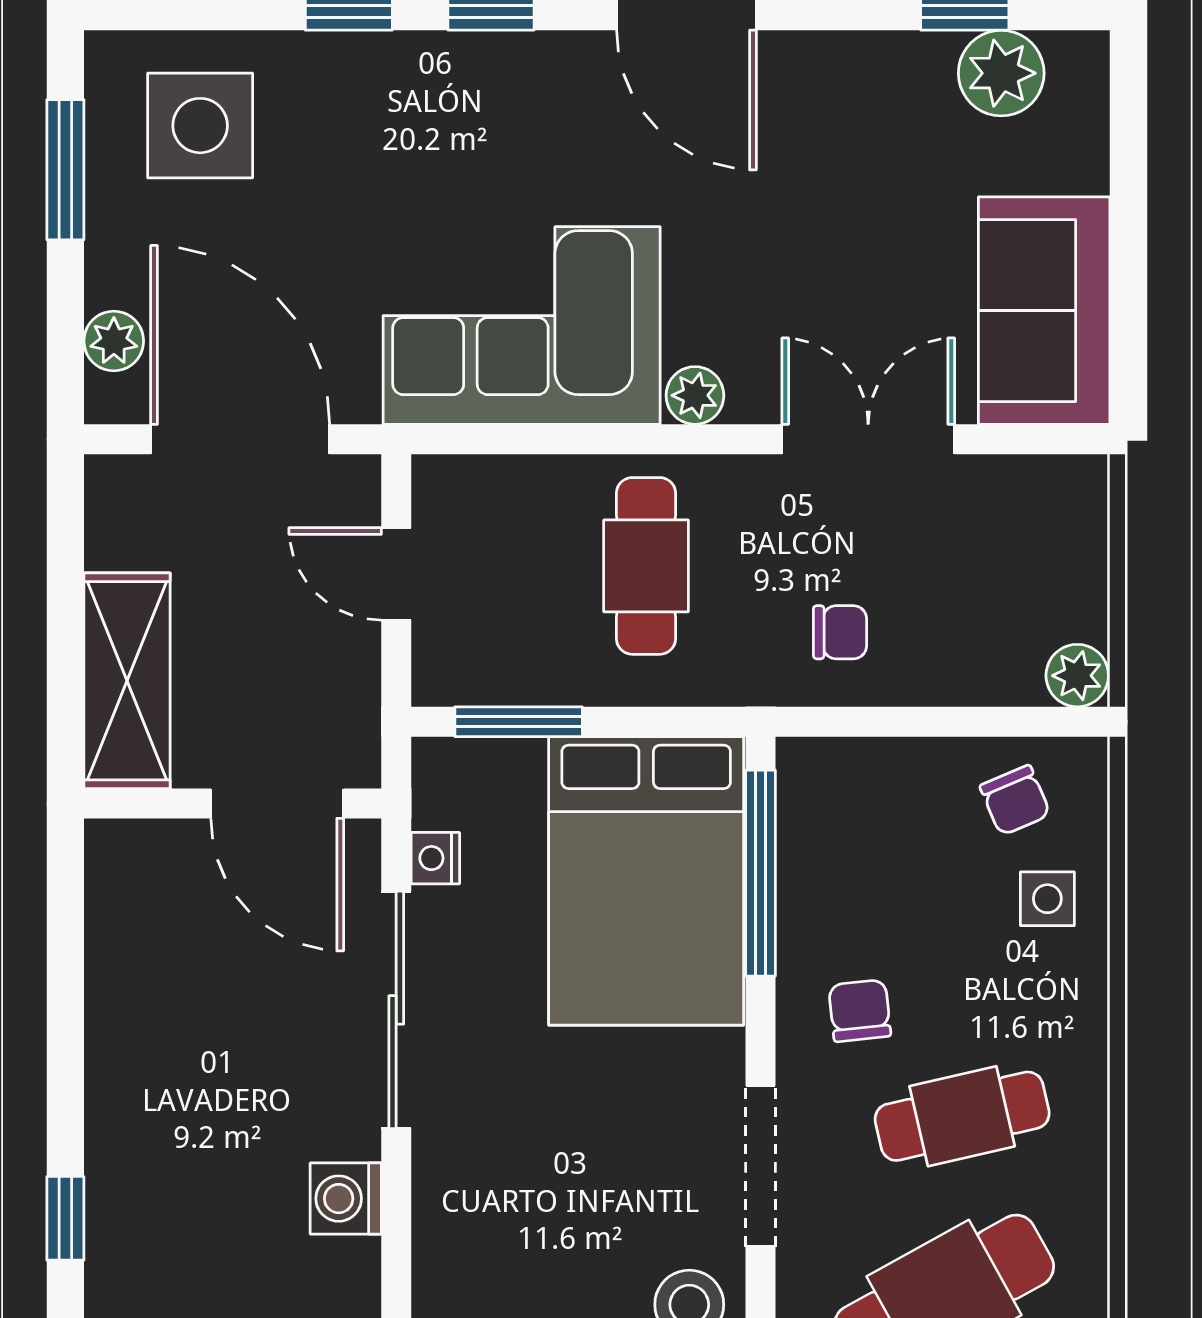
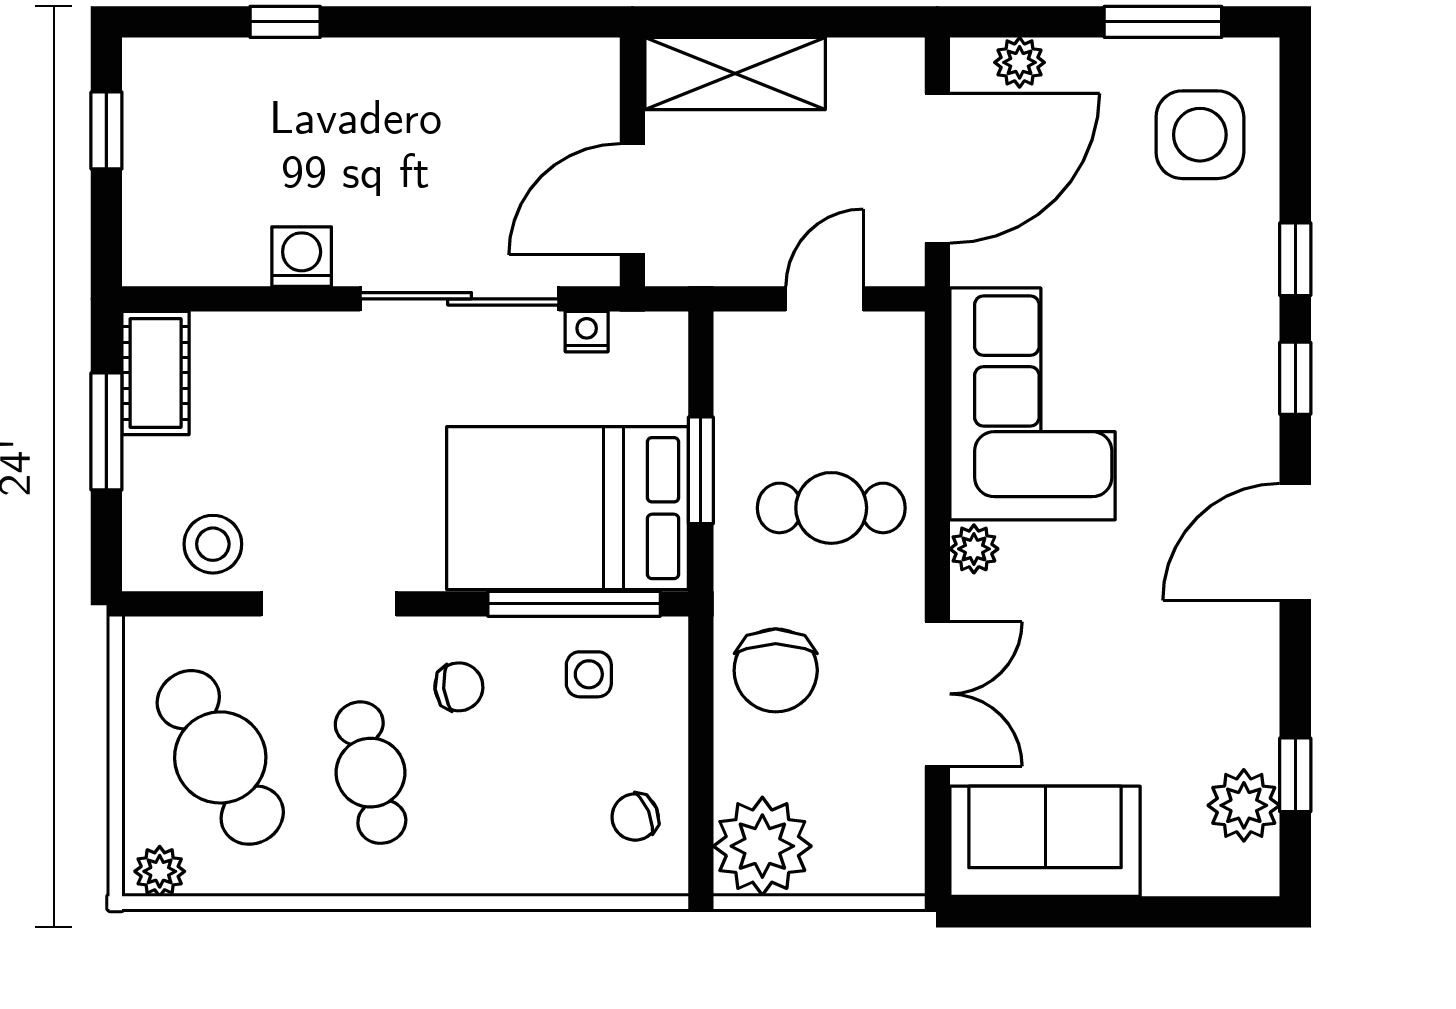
chair: (840, 632) -> (776, 670), width x1.87, depth x1.87
plant: (1077, 676) -> (762, 846), width x1.87, depth x1.87
window: (519, 722) -> (701, 470), moved
side table: (1047, 899) -> (589, 674), moved

